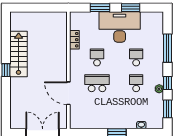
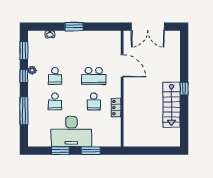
locker: (74, 40) -> (116, 107), moved

